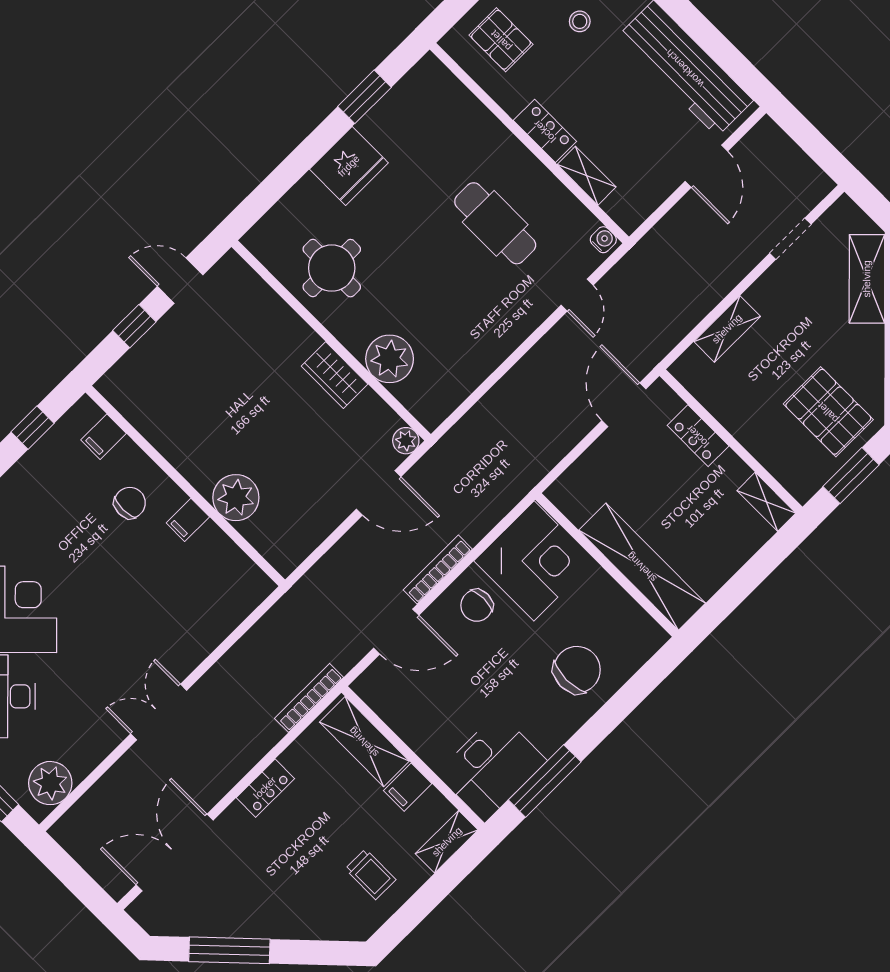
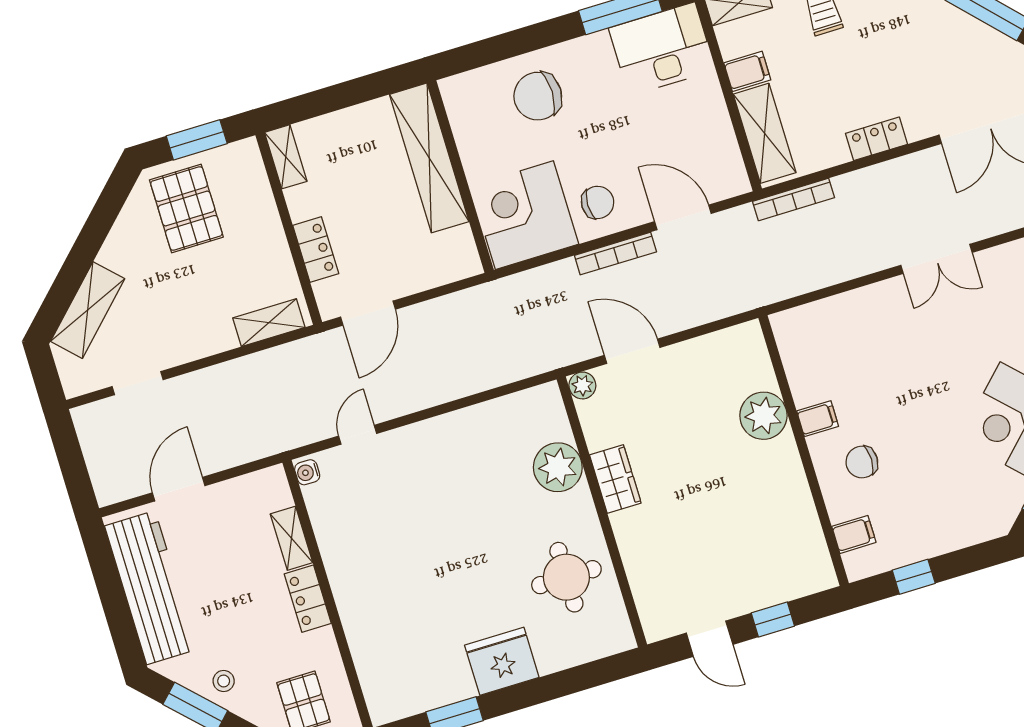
cafe table: (495, 223) -> (397, 539), removed
shelving: (727, 329) -> (269, 323), moved

